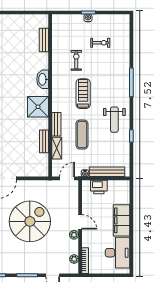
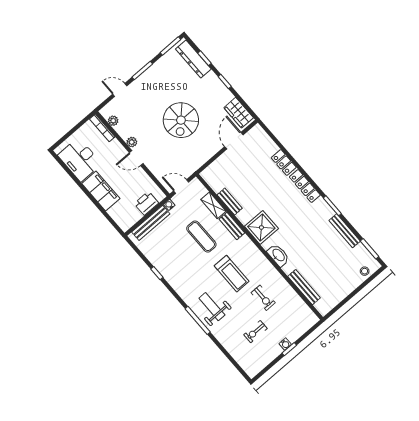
bench: (44, 40) -> (304, 287), width x1.36
weight bench: (114, 120) -> (212, 307), moved
door: (67, 178) -> (181, 186), swing flipped
spiral stairs: (30, 221) -> (181, 120), width x0.73, depth x0.73

